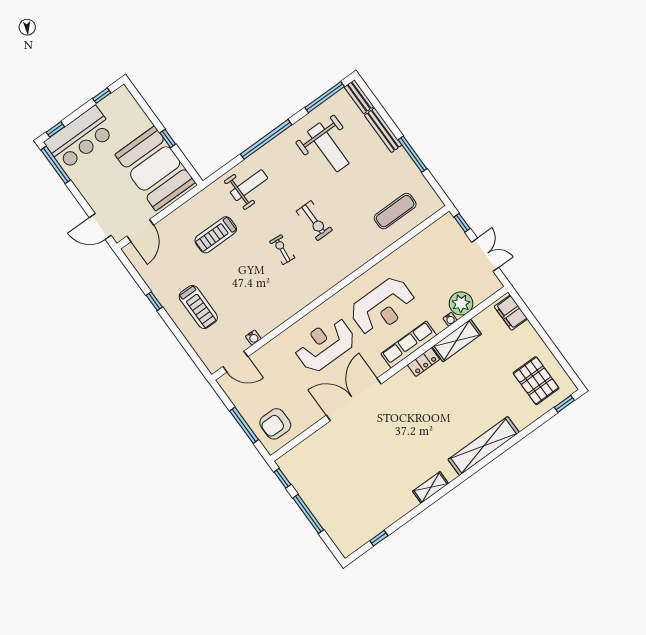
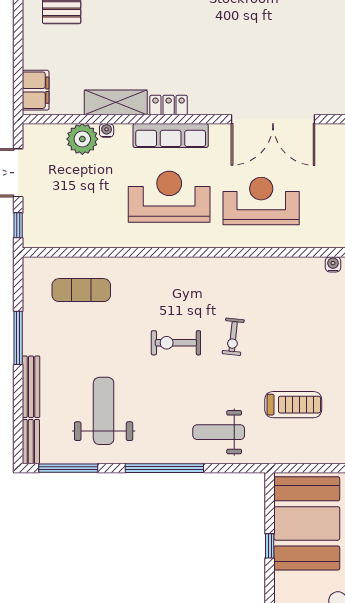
exercise bike: (314, 221) -> (176, 343), turned -90
reception desk: (325, 345) -> (261, 201), turned 180

